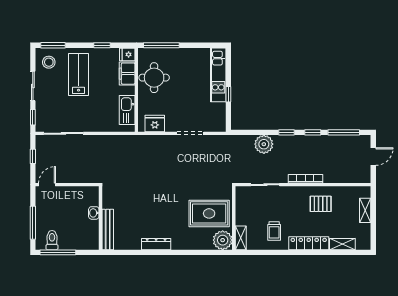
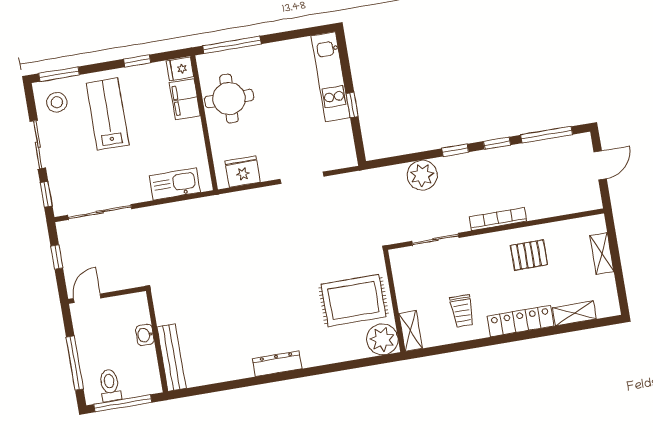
kitchen sink: (127, 110) -> (175, 184), moved, turned 90
washbasin: (94, 213) -> (145, 335), moved
wall: (101, 218) -> (157, 341), moved
bench: (108, 229) -> (171, 358), moved

